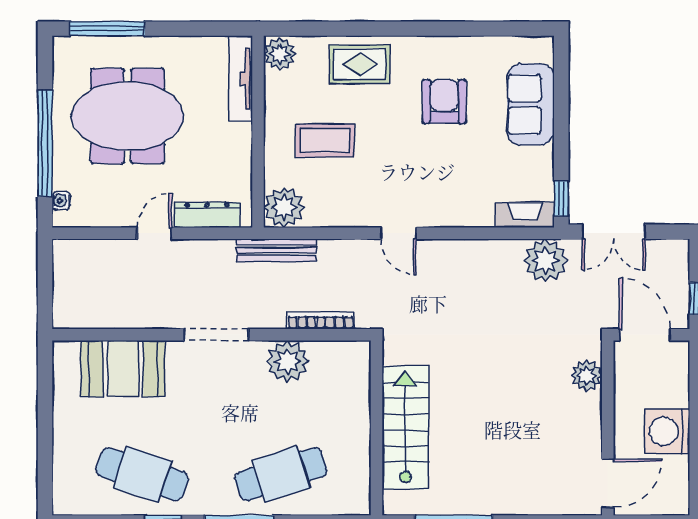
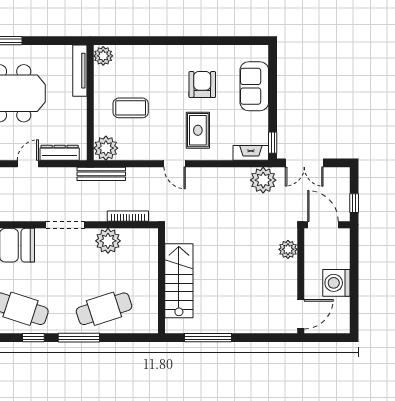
rug: (360, 64) -> (198, 130), moved, turned 90

